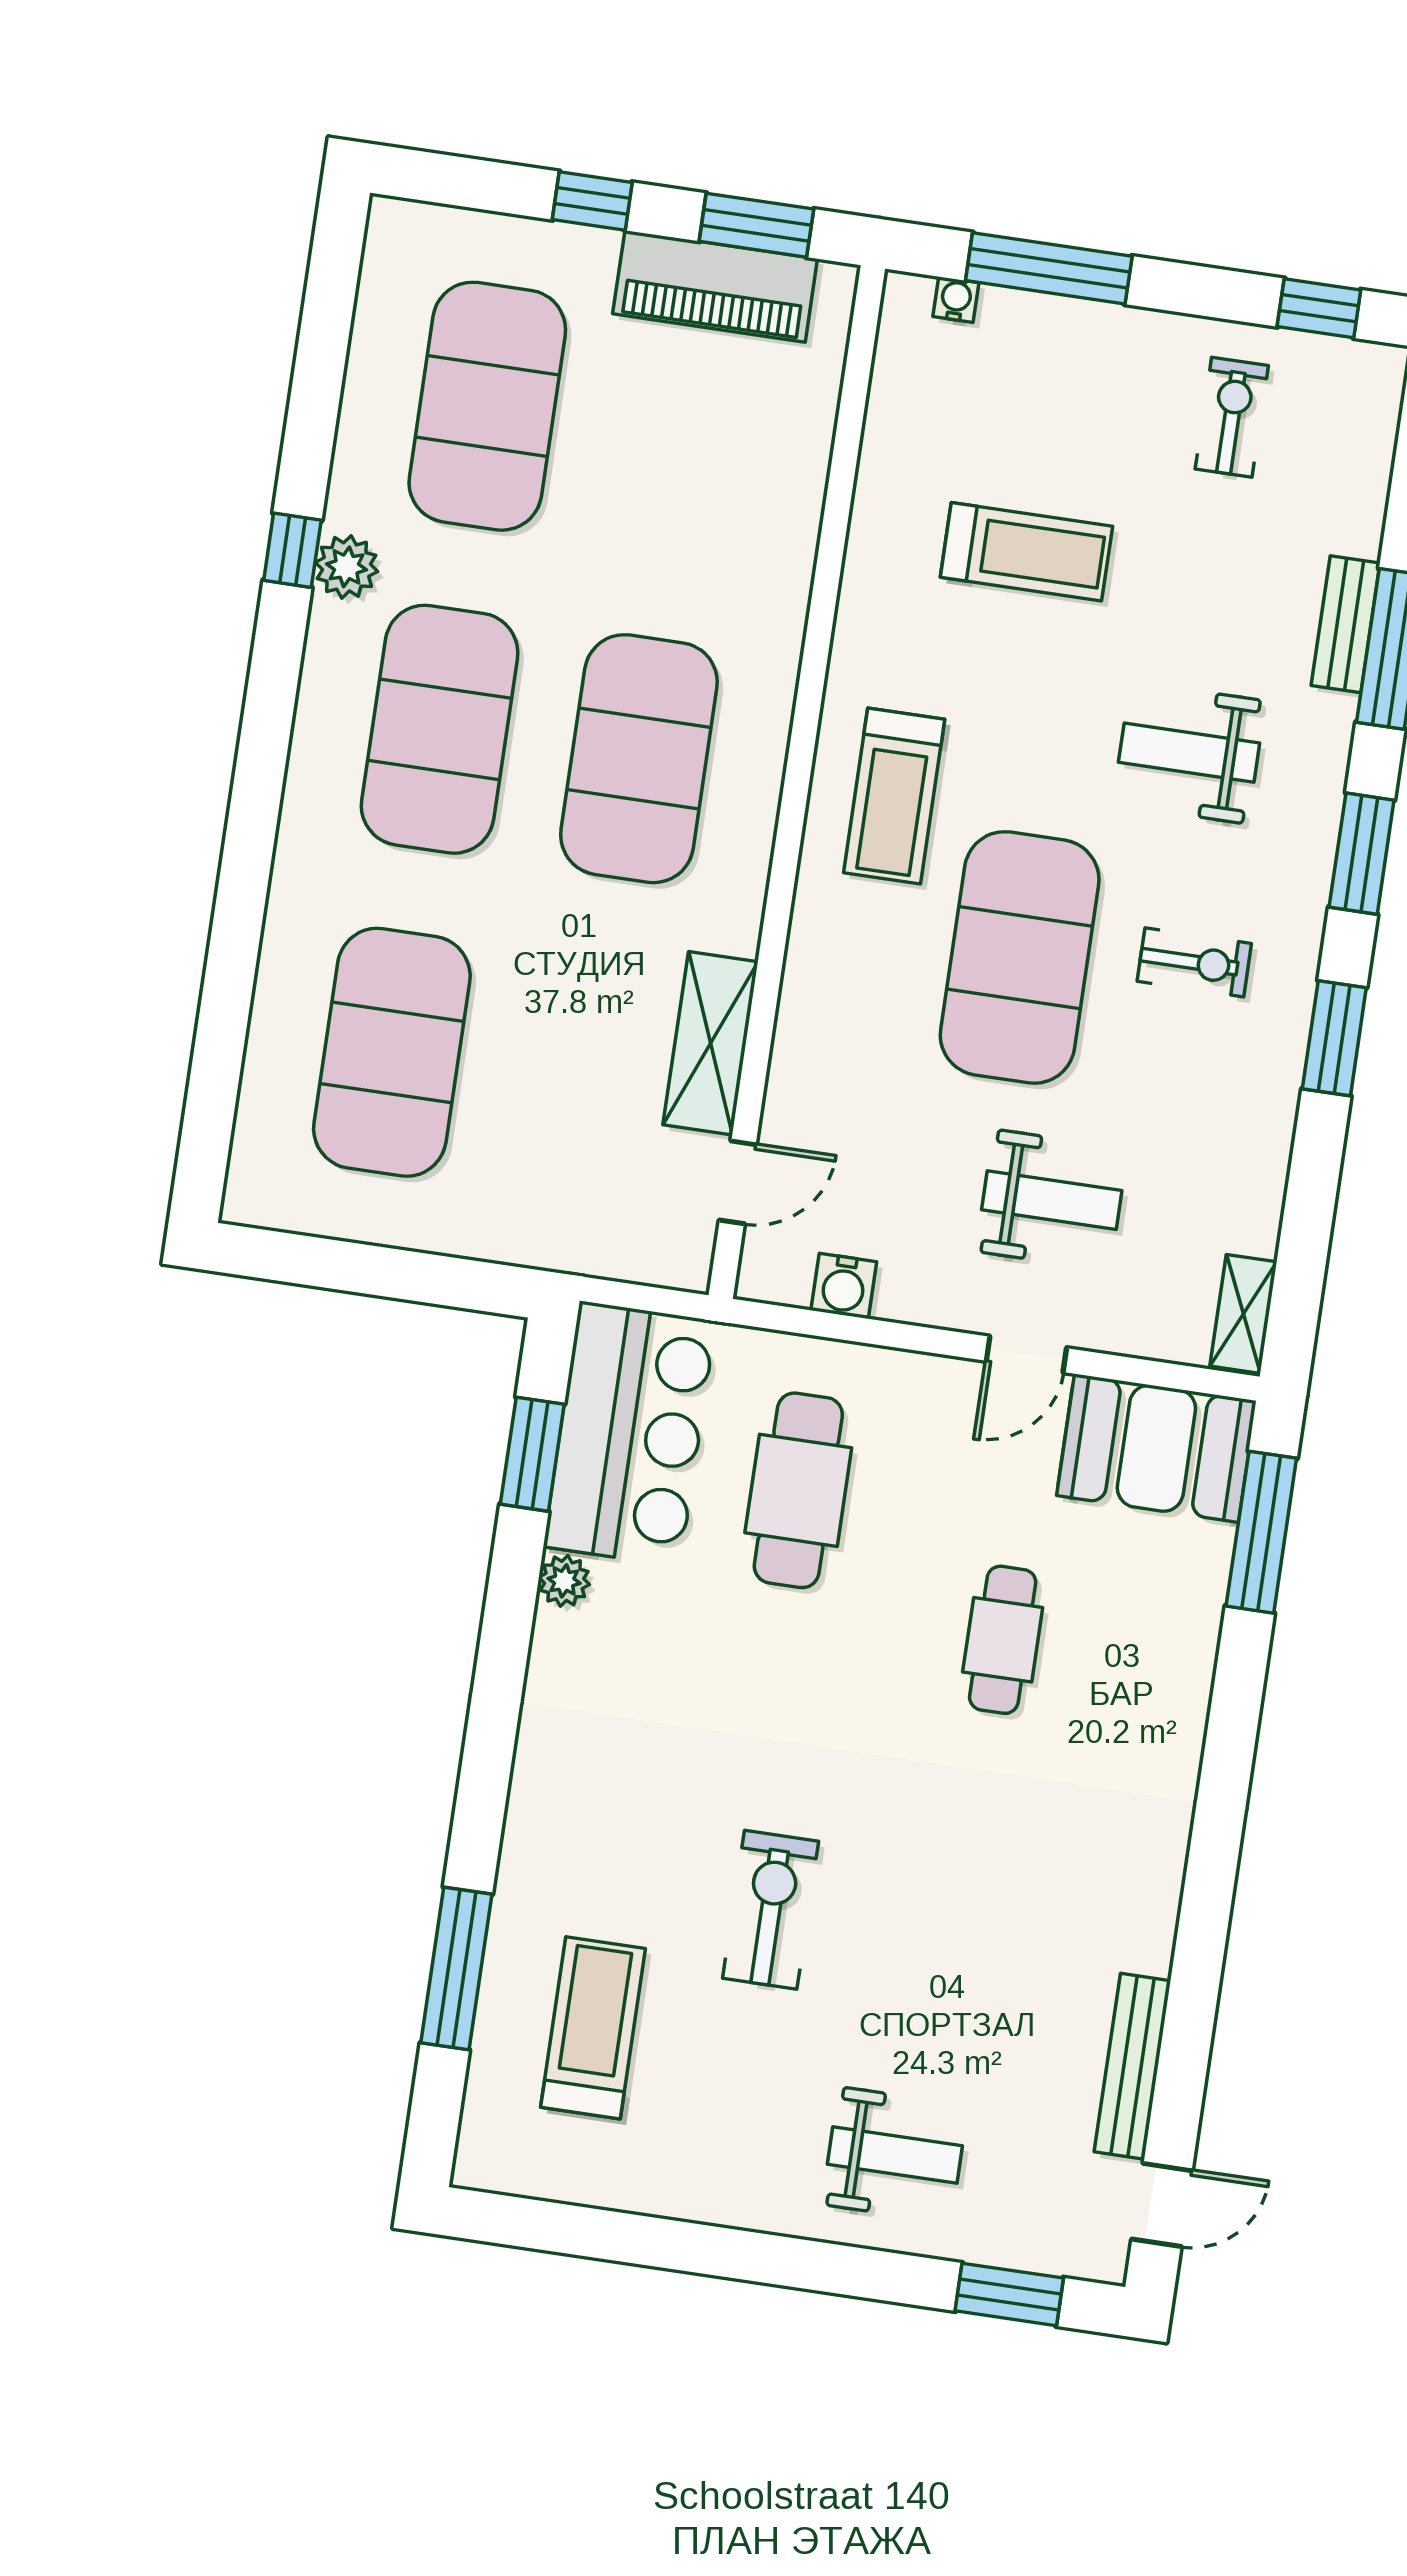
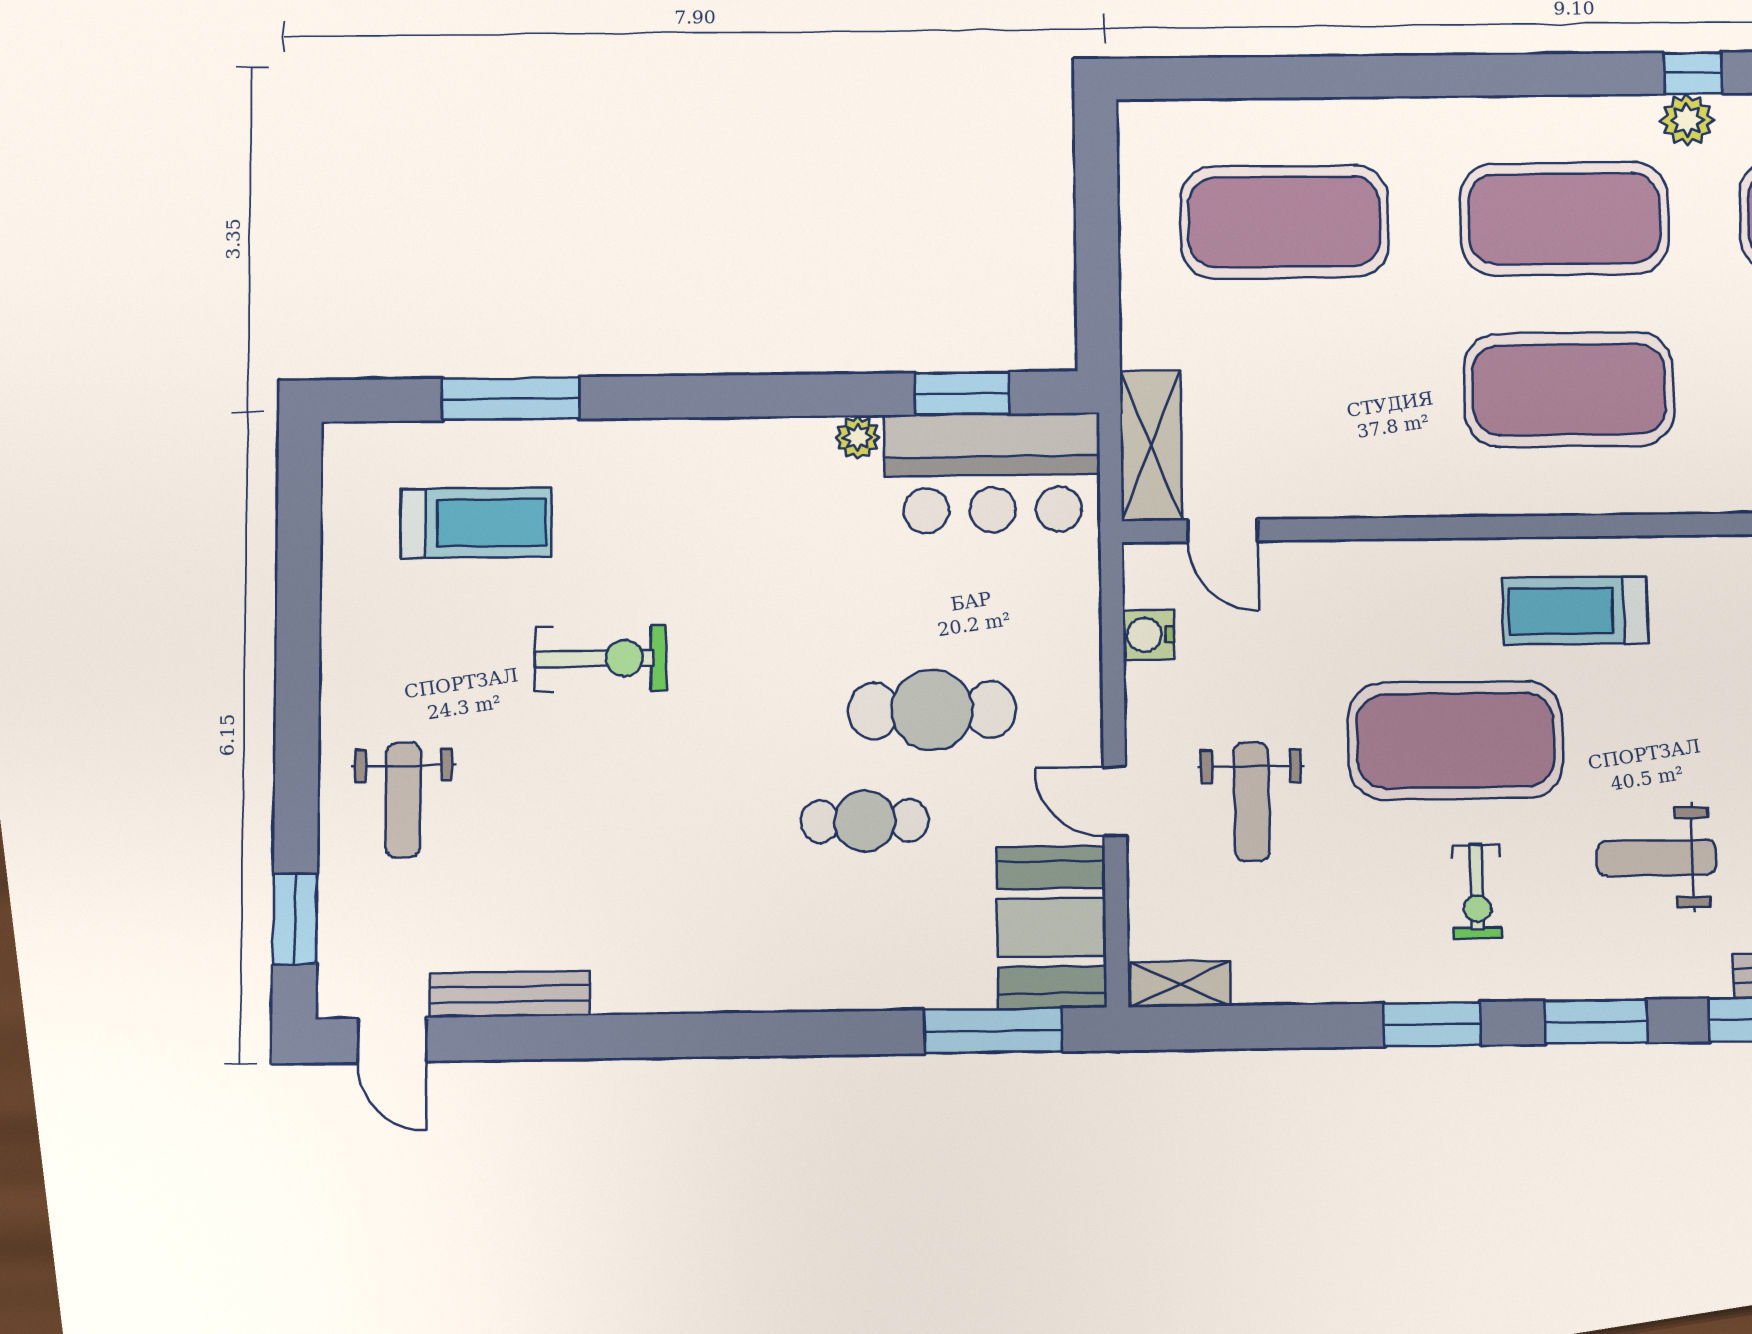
weight bench: (1189, 753) -> (1657, 858), turned -90
shelving: (711, 1043) -> (1151, 446), moved, turned 90
cafe table: (798, 1490) -> (932, 710), moved

